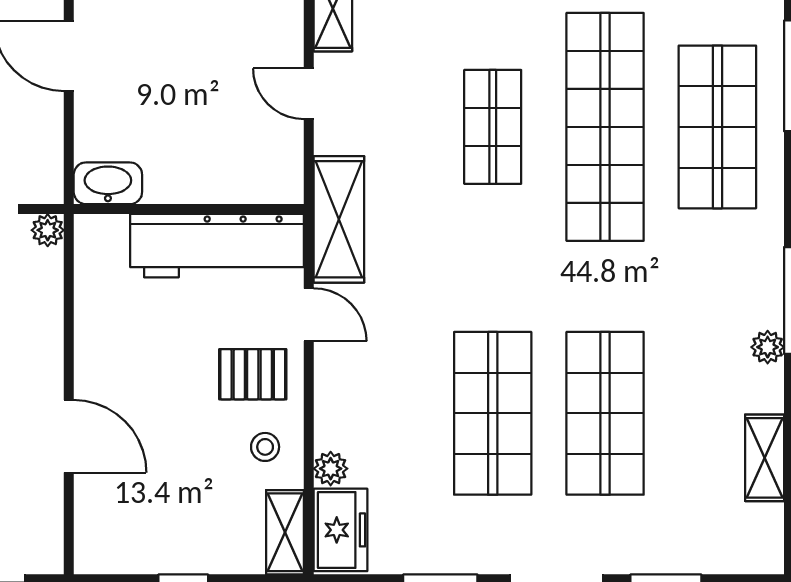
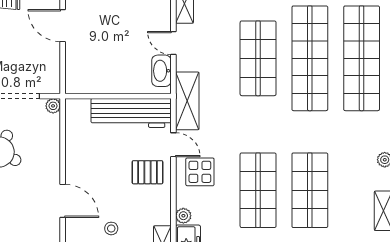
shop shelf: (493, 127) -> (258, 58), width x1.43, depth x1.36
shop shelf: (717, 127) -> (362, 58), width x1.40
washbasin: (108, 183) -> (161, 71), moved, turned -90
display table: (366, 373) -> (200, 172), added
stool: (265, 447) -> (111, 228), moved

